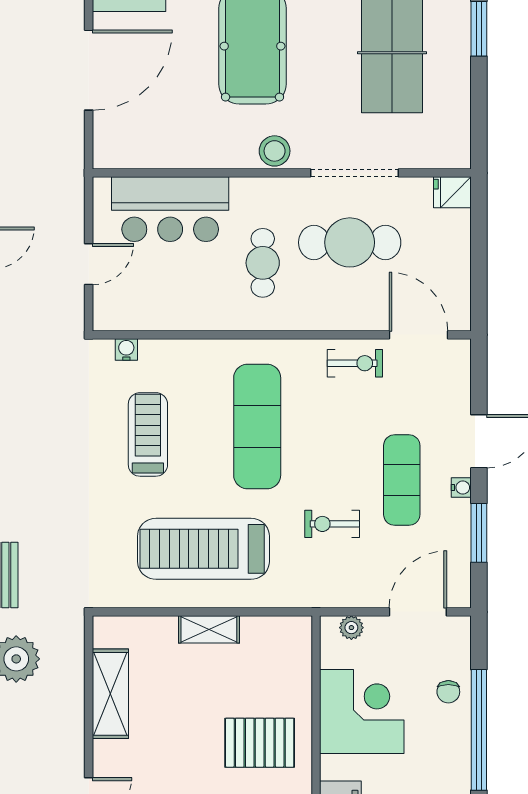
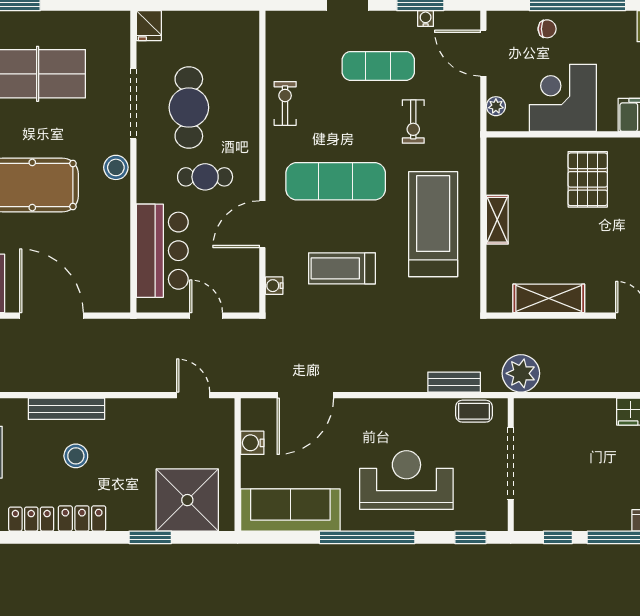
door: (418, 335) -> (262, 224), moved
water cooler: (461, 488) -> (426, 19), moved
treadmill: (203, 549) -> (433, 224), turned 180

